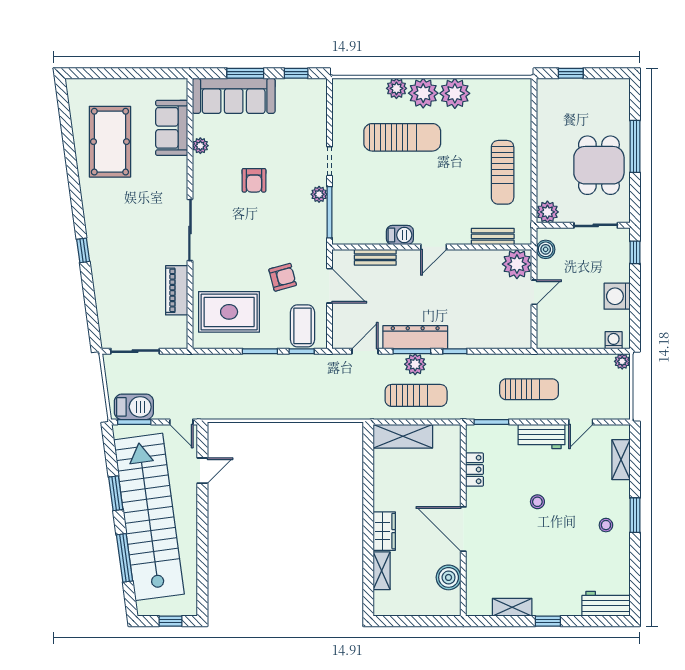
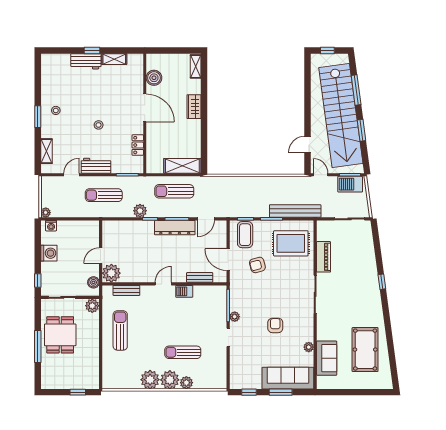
sun lounger: (402, 137) -> (183, 352), width x0.73, depth x0.75
bench: (222, 364) -> (295, 211), added
plant: (415, 364) -> (140, 211), moved
shelving: (382, 571) -> (196, 66), moved
workbench: (606, 604) -> (86, 61), moved

